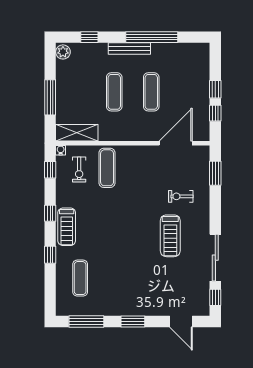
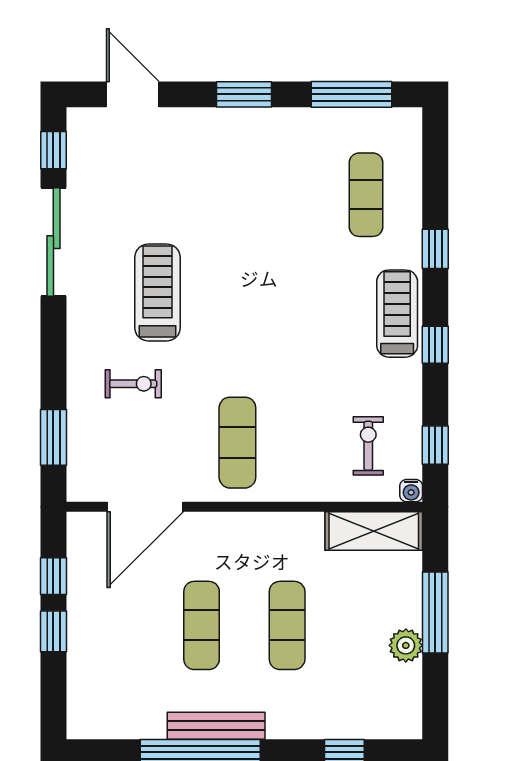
bench: (129, 49) -> (216, 726), moved
plant: (63, 52) -> (406, 645), moved
exercise mat: (107, 168) -> (237, 443), moved

